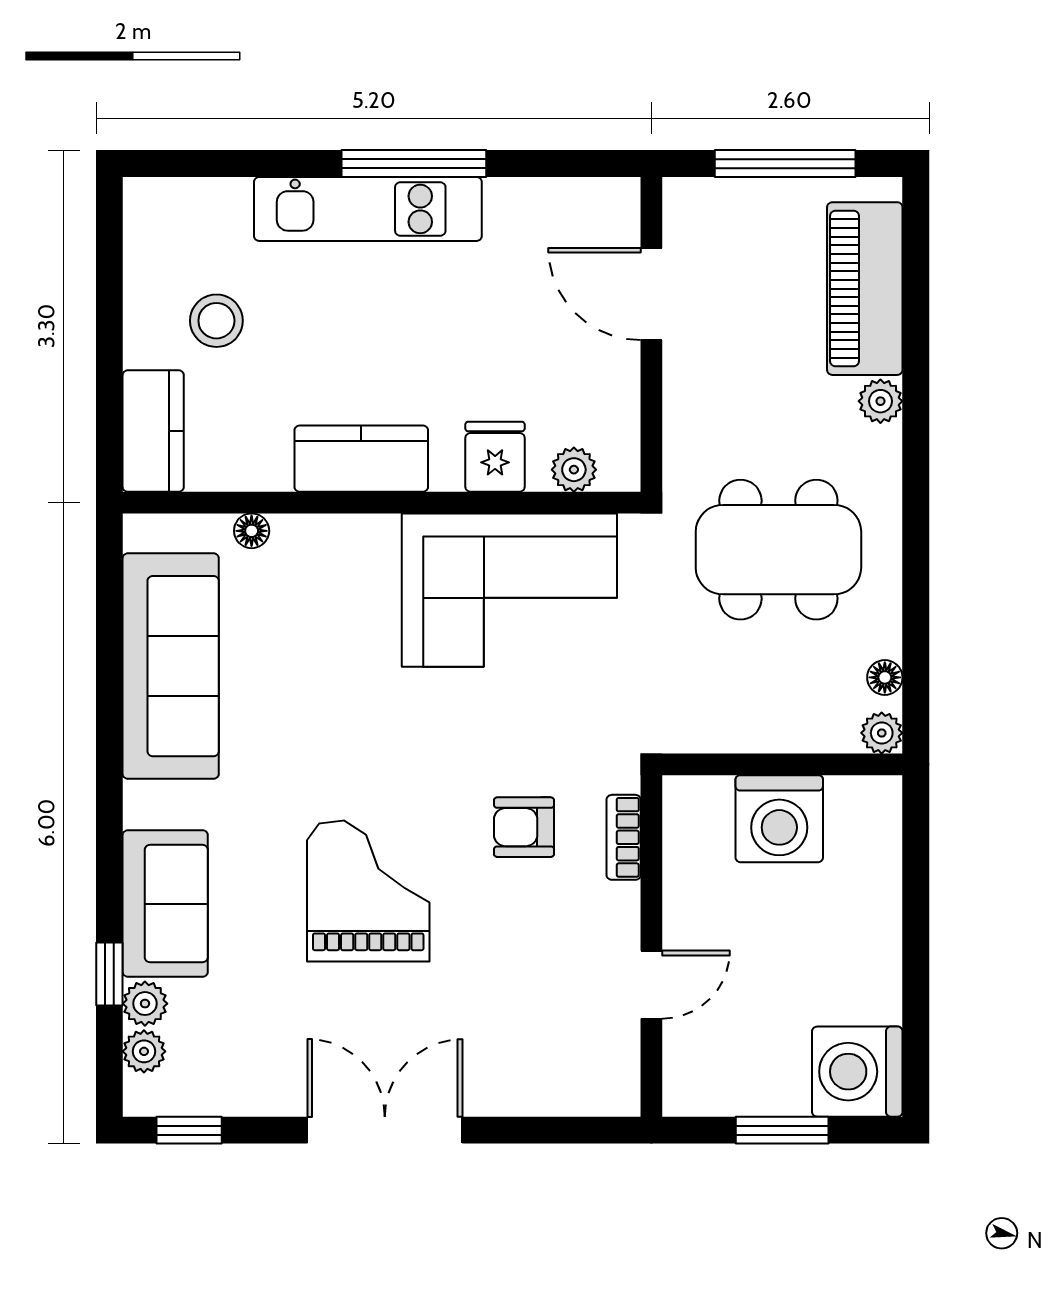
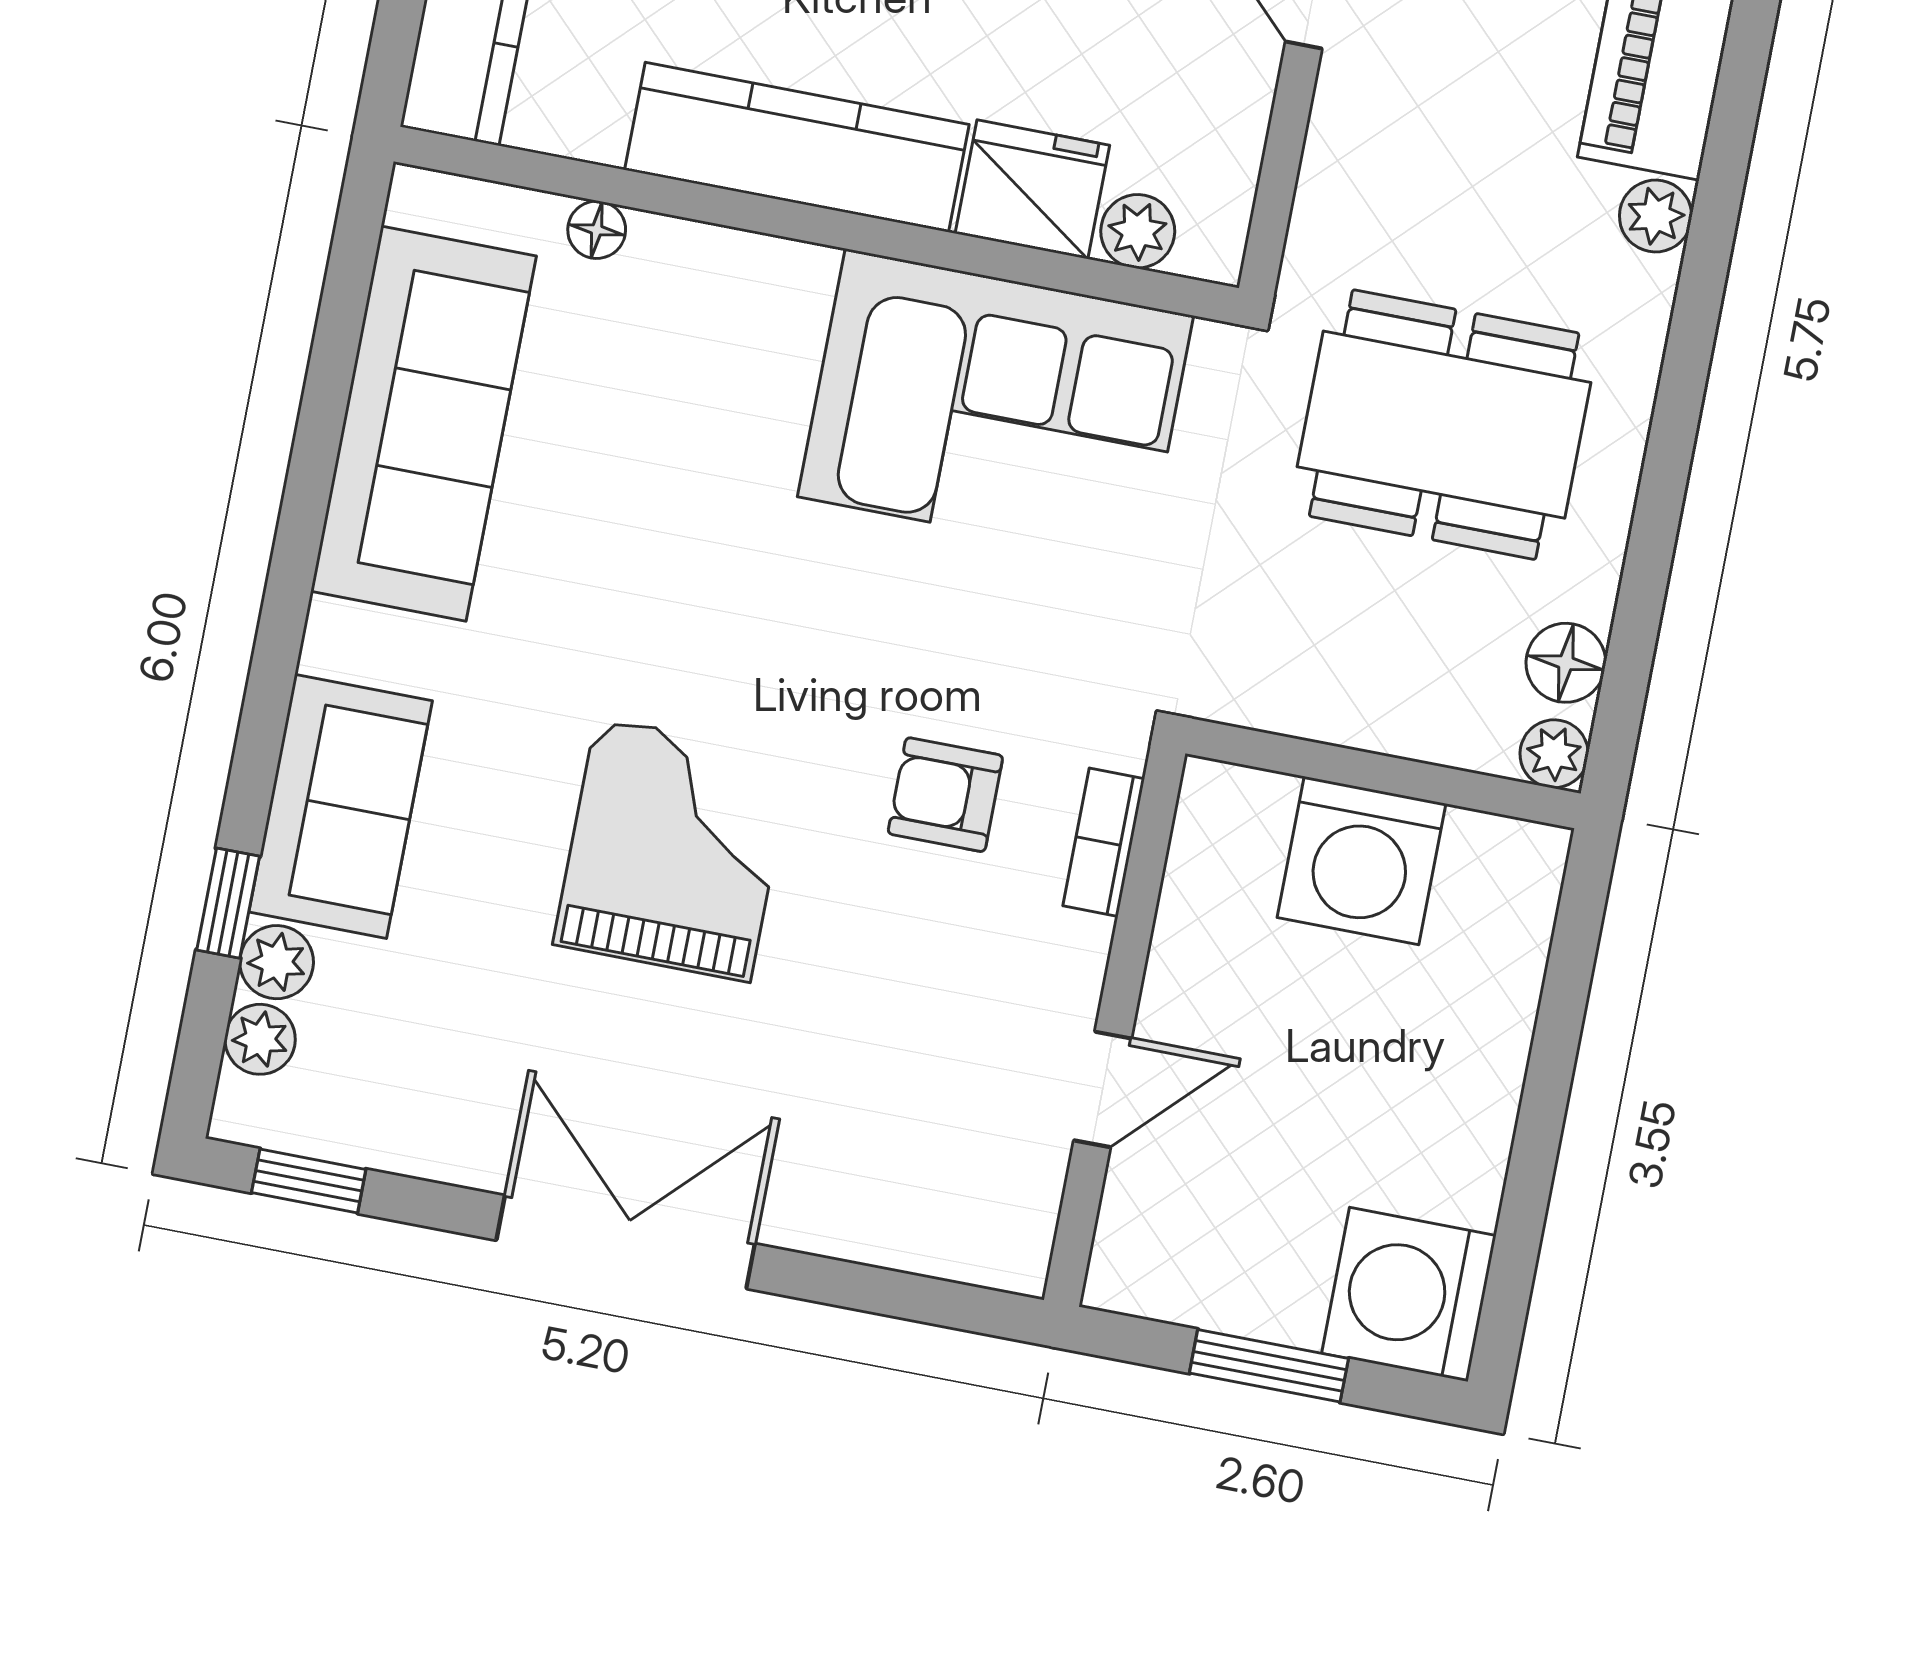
fridge: (495, 457) -> (1032, 189), width x1.38
kitchen counter: (361, 459) -> (797, 147), width x1.50
floor lamp: (885, 677) -> (1566, 663), width x1.37, depth x1.37

